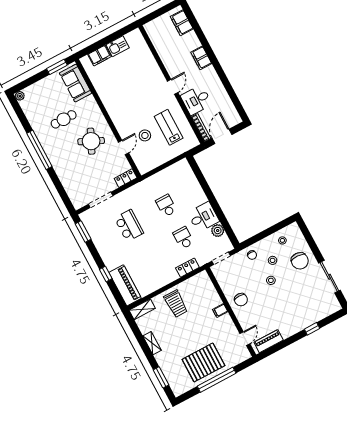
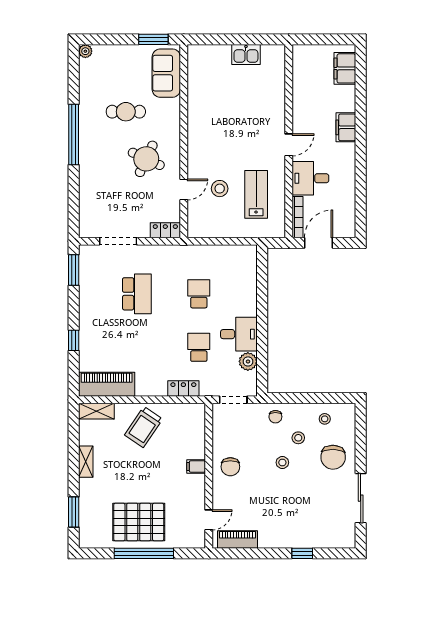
filing cabinet: (99, 56) -> (216, 54), removed
piano: (125, 285) -> (107, 384), moved, turned -90
trolley: (176, 304) -> (144, 427), turned 34

